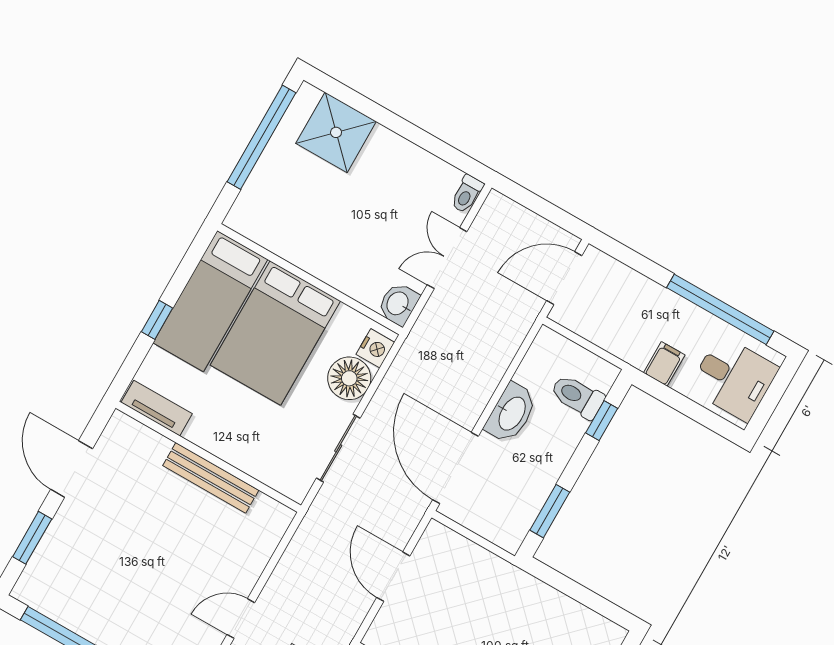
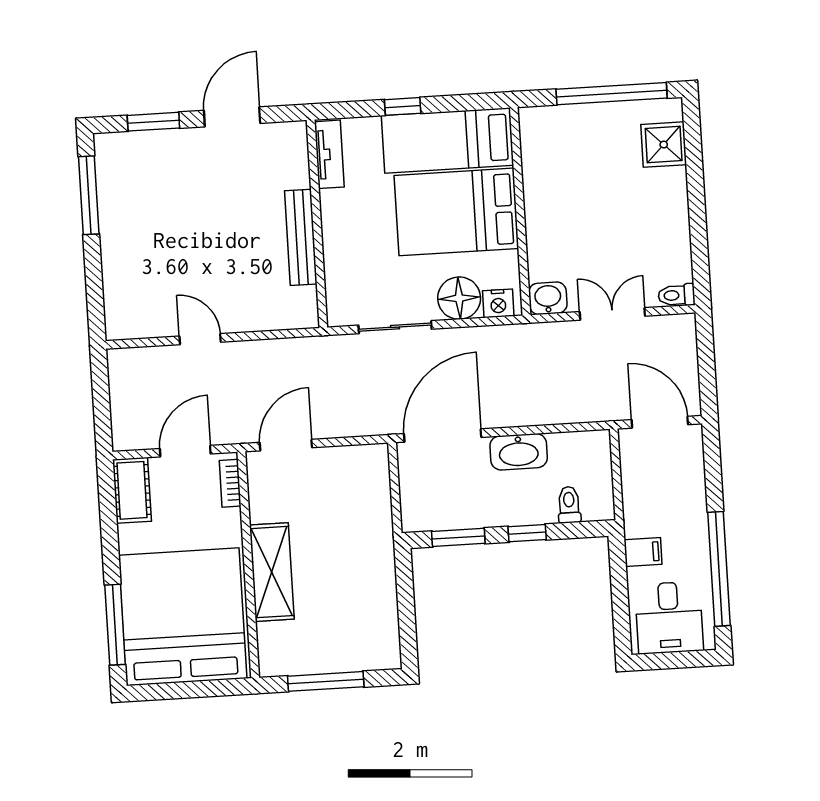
shower: (336, 132) -> (664, 145), width x0.73, depth x0.73
toilet: (577, 396) -> (569, 505), width x0.73, depth x0.72
window: (602, 421) -> (527, 533), moved
door: (393, 577) -> (286, 445), moved

